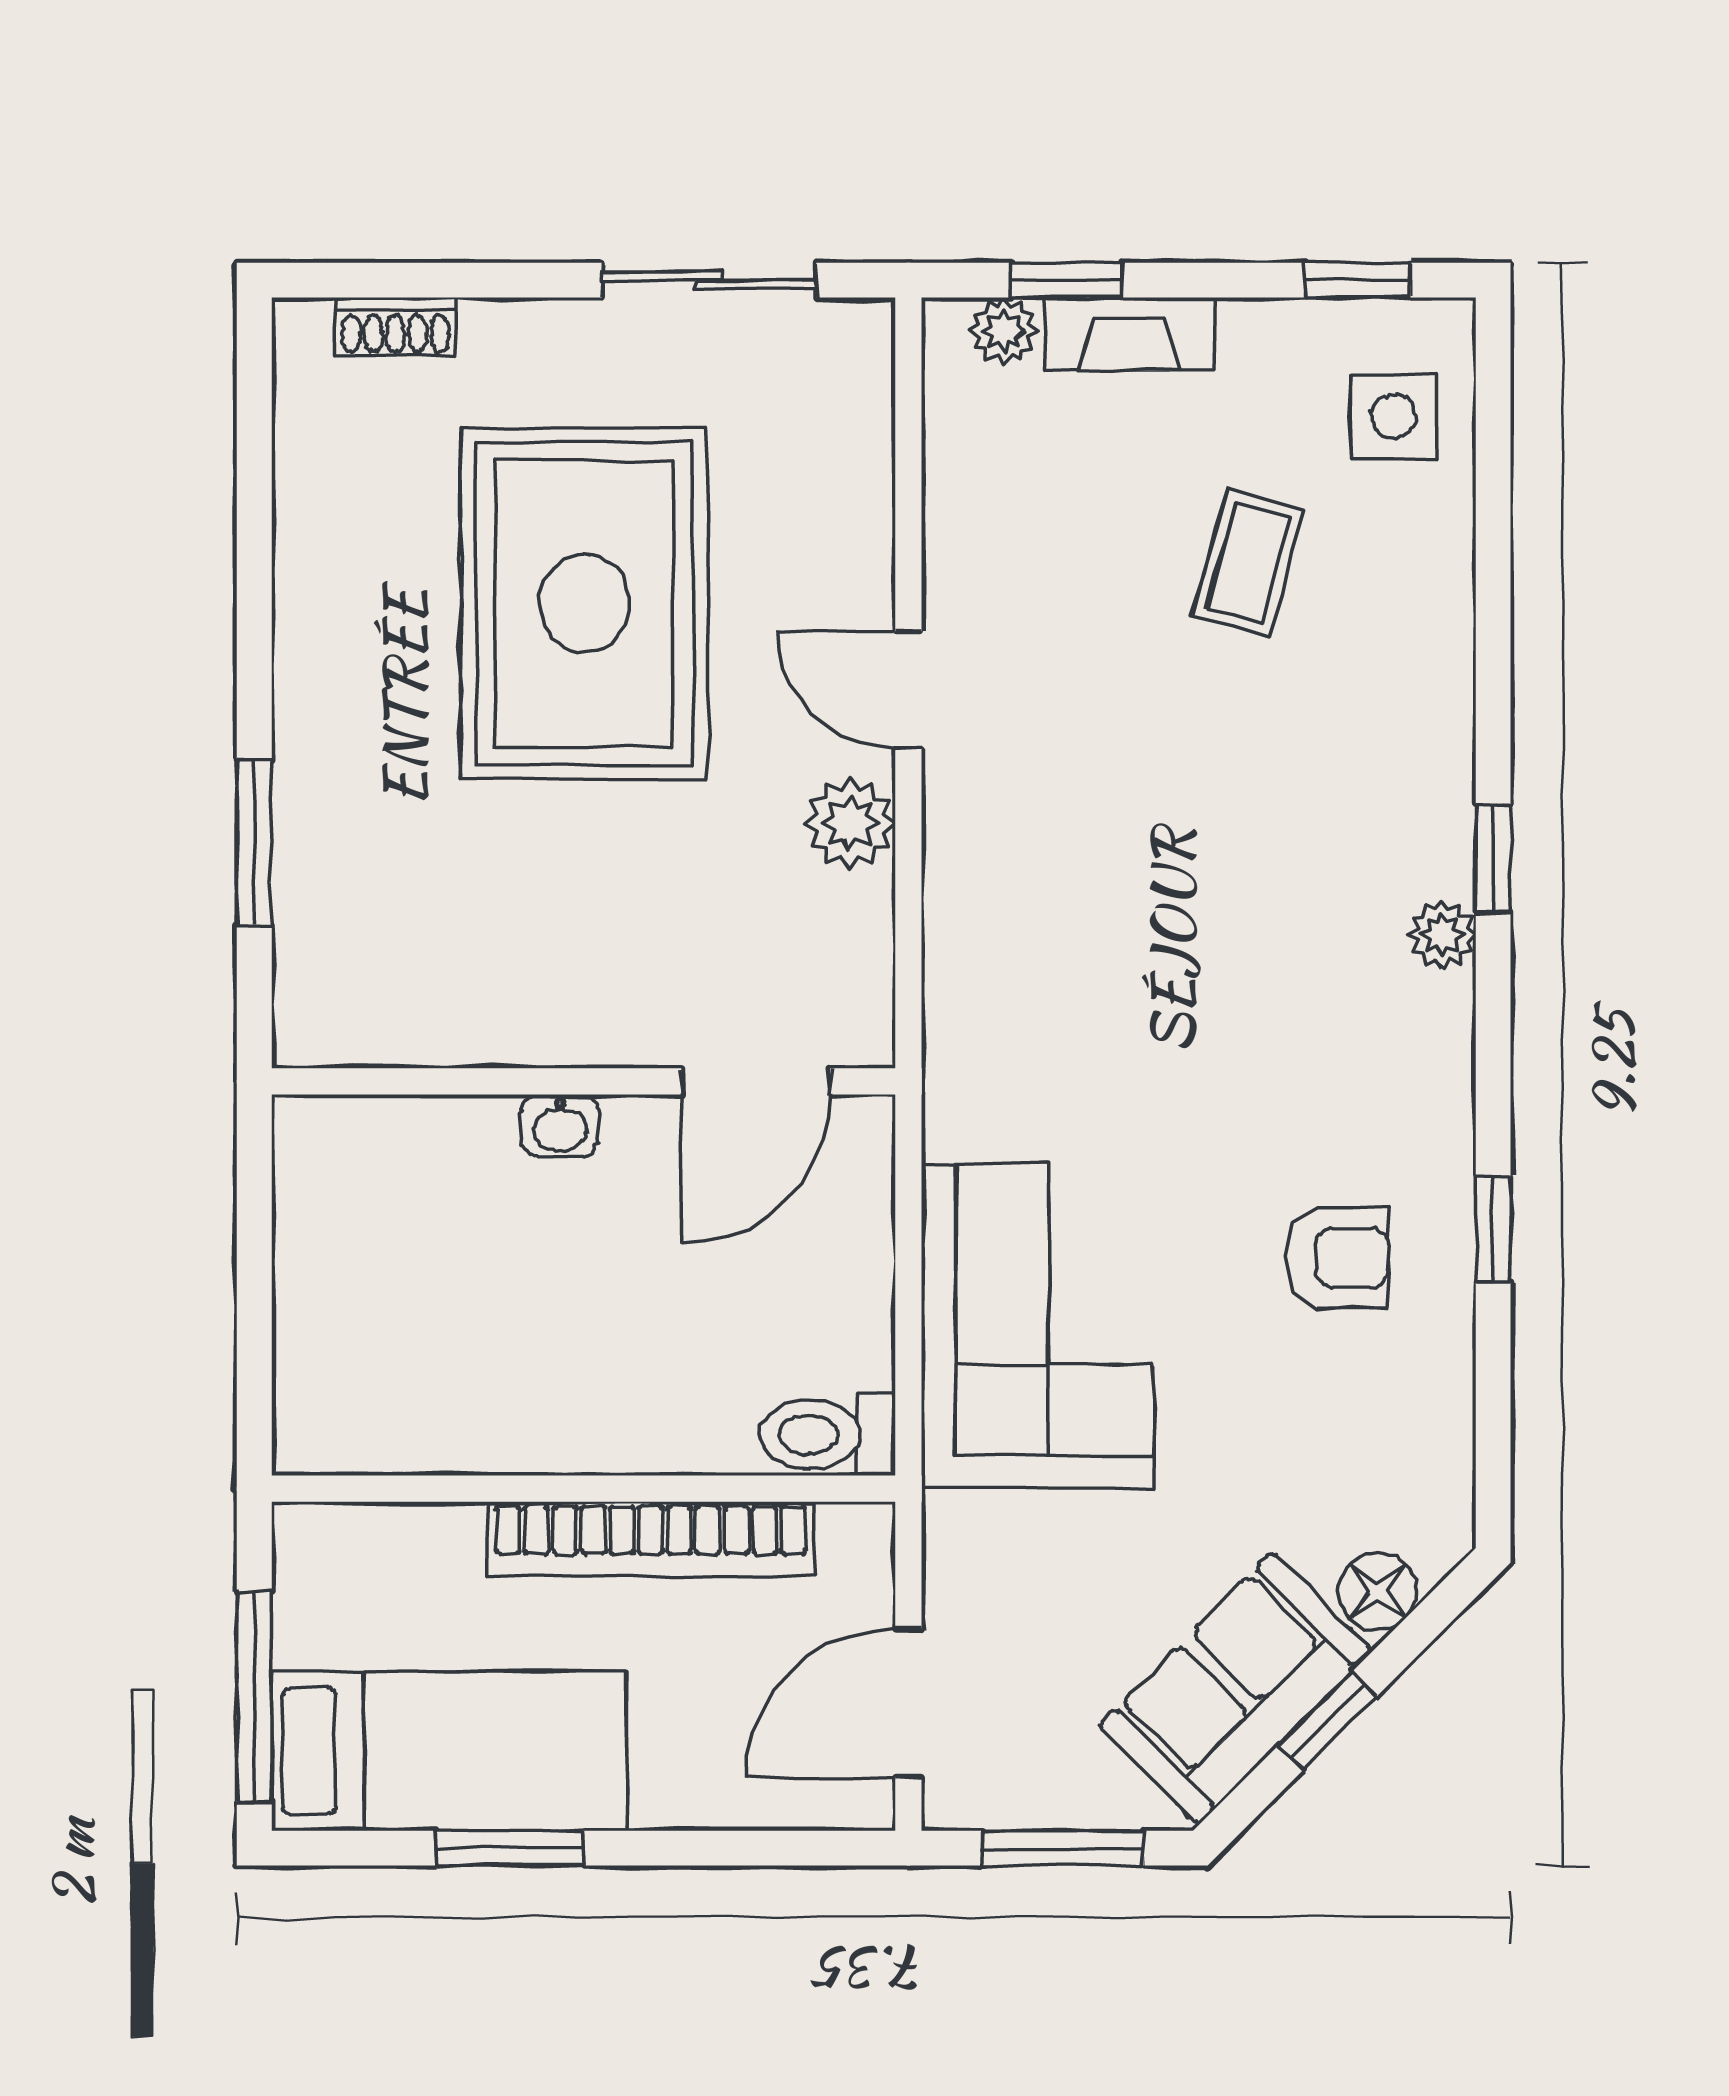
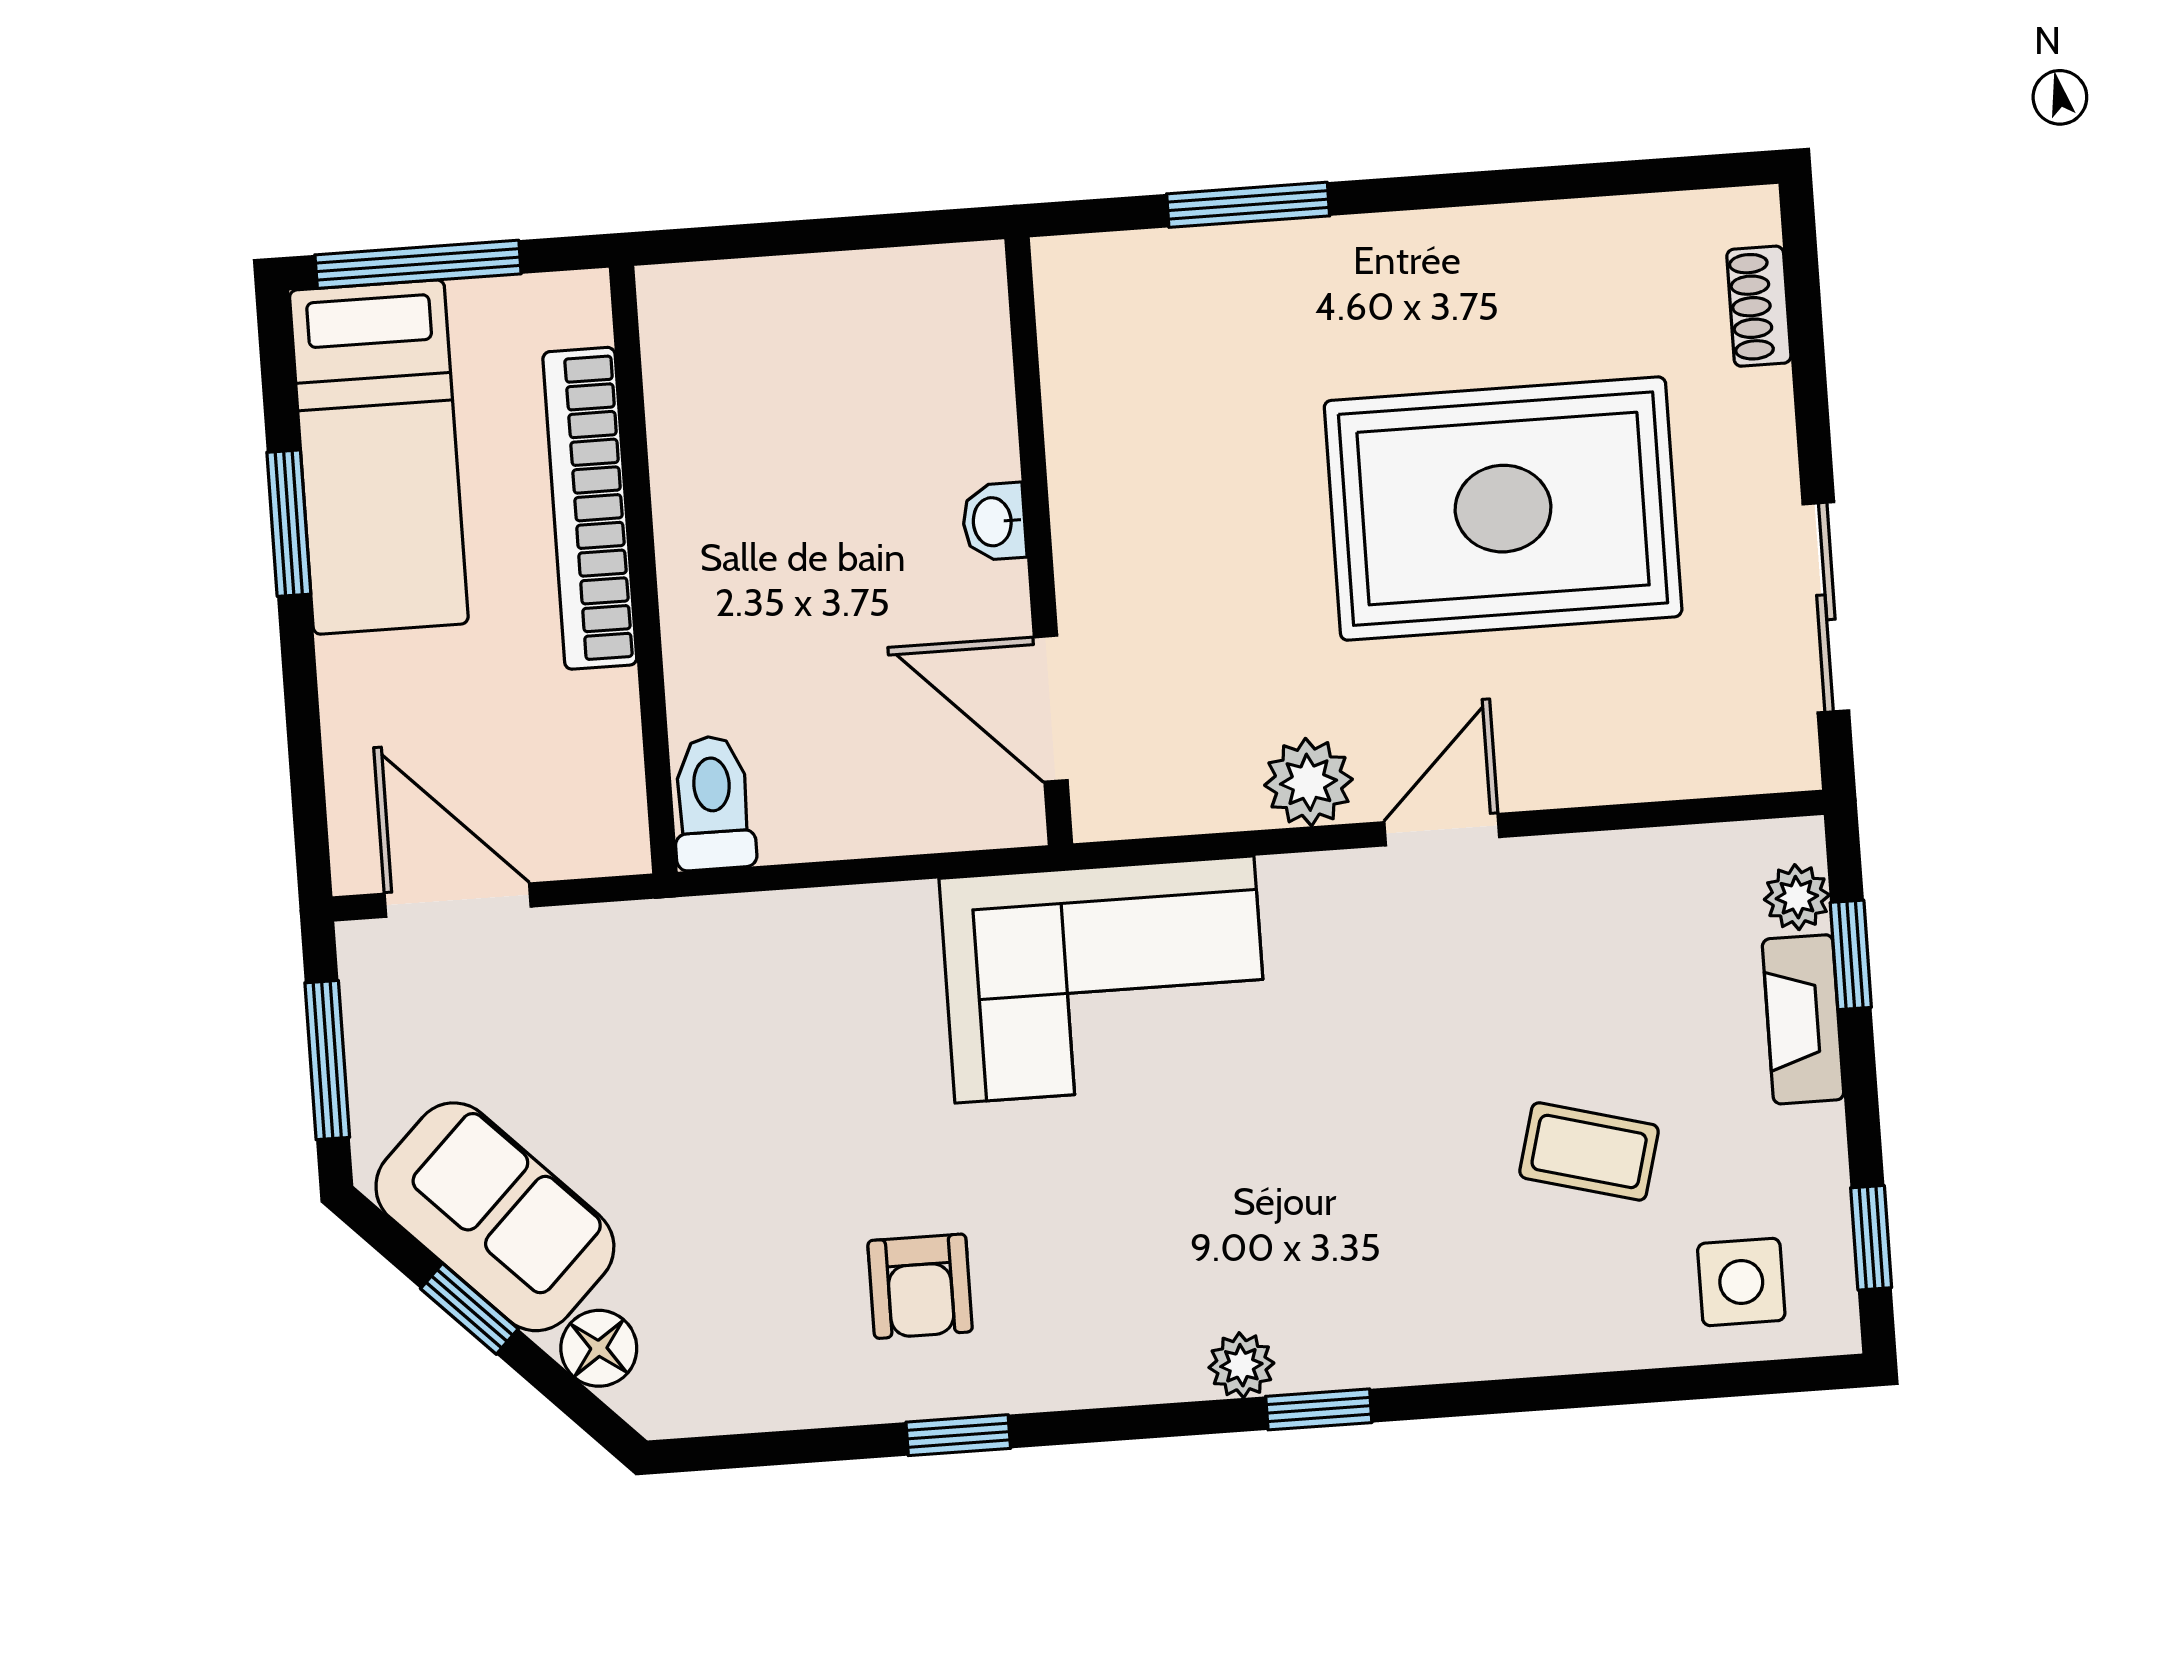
corner sofa: (1037, 1326) -> (1104, 979), moved
bookcase: (651, 1539) -> (590, 508), moved

